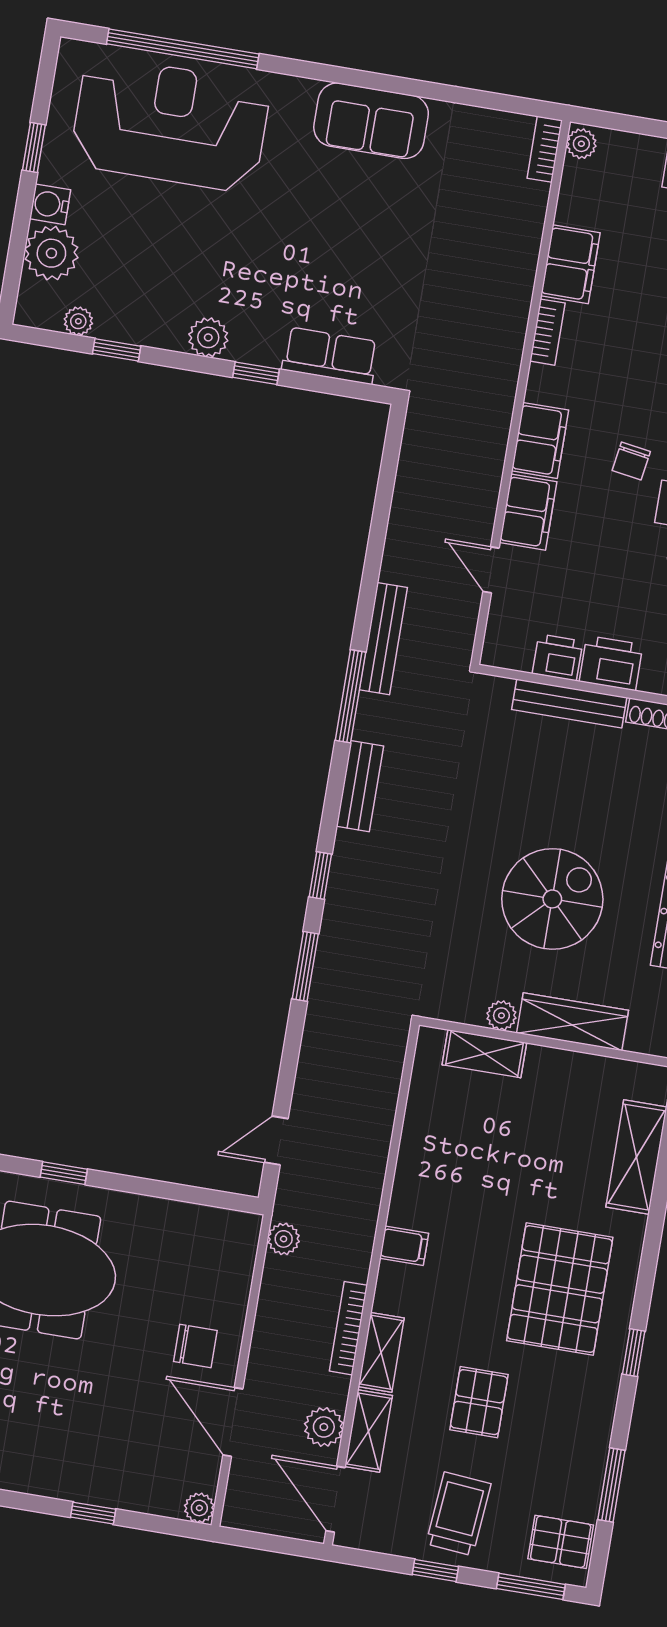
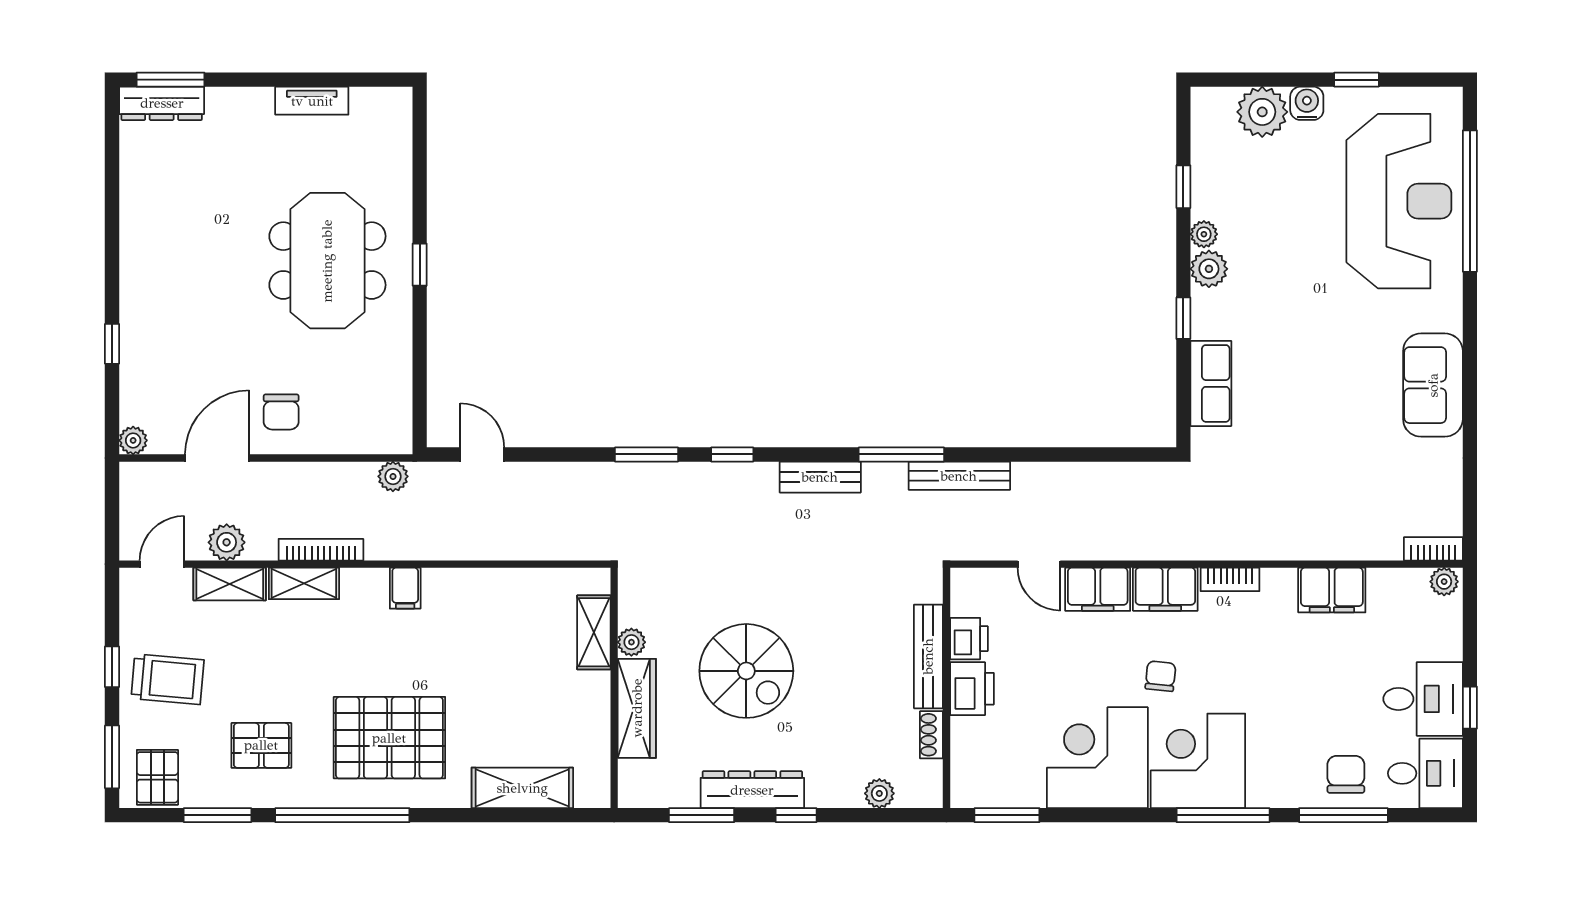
plant: (78, 321) -> (1204, 234), moved
bookcase: (547, 332) -> (1230, 579), moved
chair: (631, 461) -> (1161, 676), turned 87
door: (491, 570) -> (1039, 564), swing flipped
window: (634, 1353) -> (342, 815), width x3.17
pallet: (479, 1402) -> (261, 745), moved
door: (335, 1499) -> (162, 564), width x0.73

